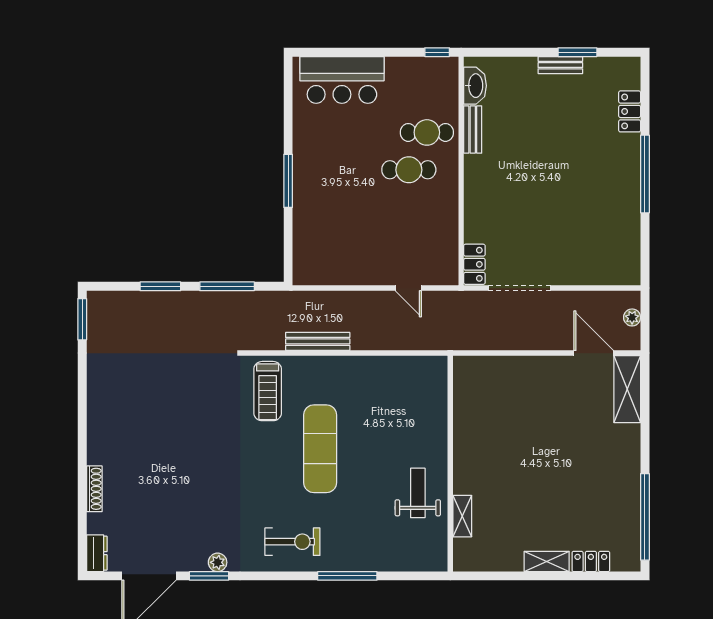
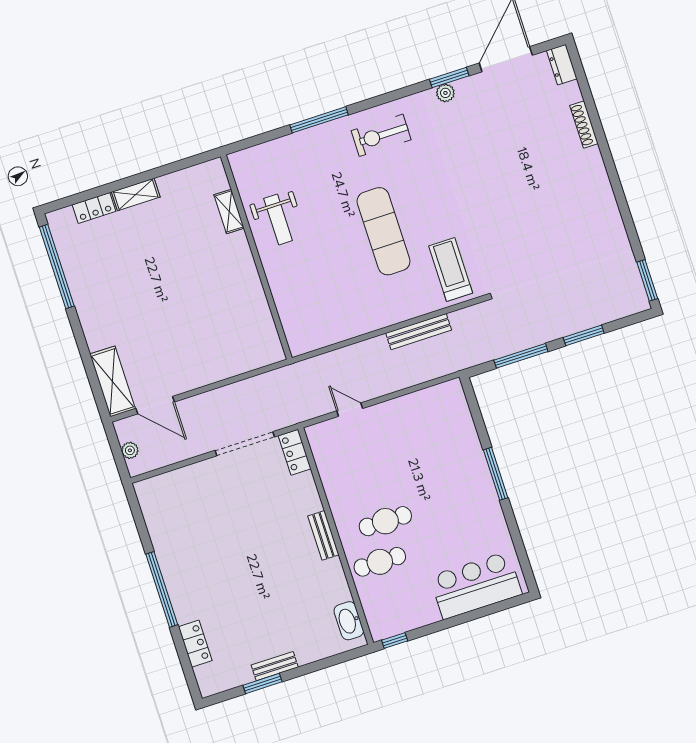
bench: (473, 129) -> (323, 535), moved

